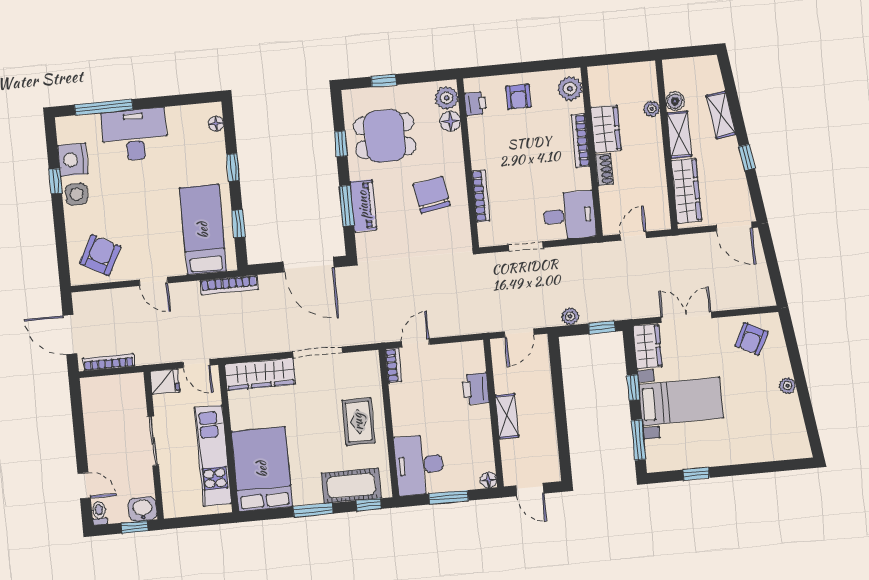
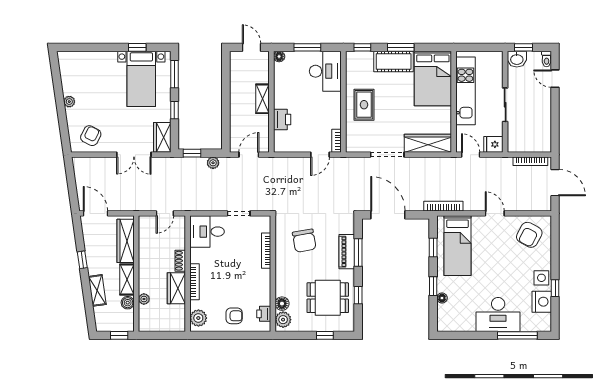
window: (683, 52) -> (119, 335), added
armchair: (518, 97) -> (234, 316), turned 90
floor lamp: (216, 124) -> (442, 298), moved
chair: (432, 195) -> (304, 241), moved
bed with nightstands: (681, 401) -> (141, 79), moved, turned -90
cot: (351, 486) -> (394, 61), moved

